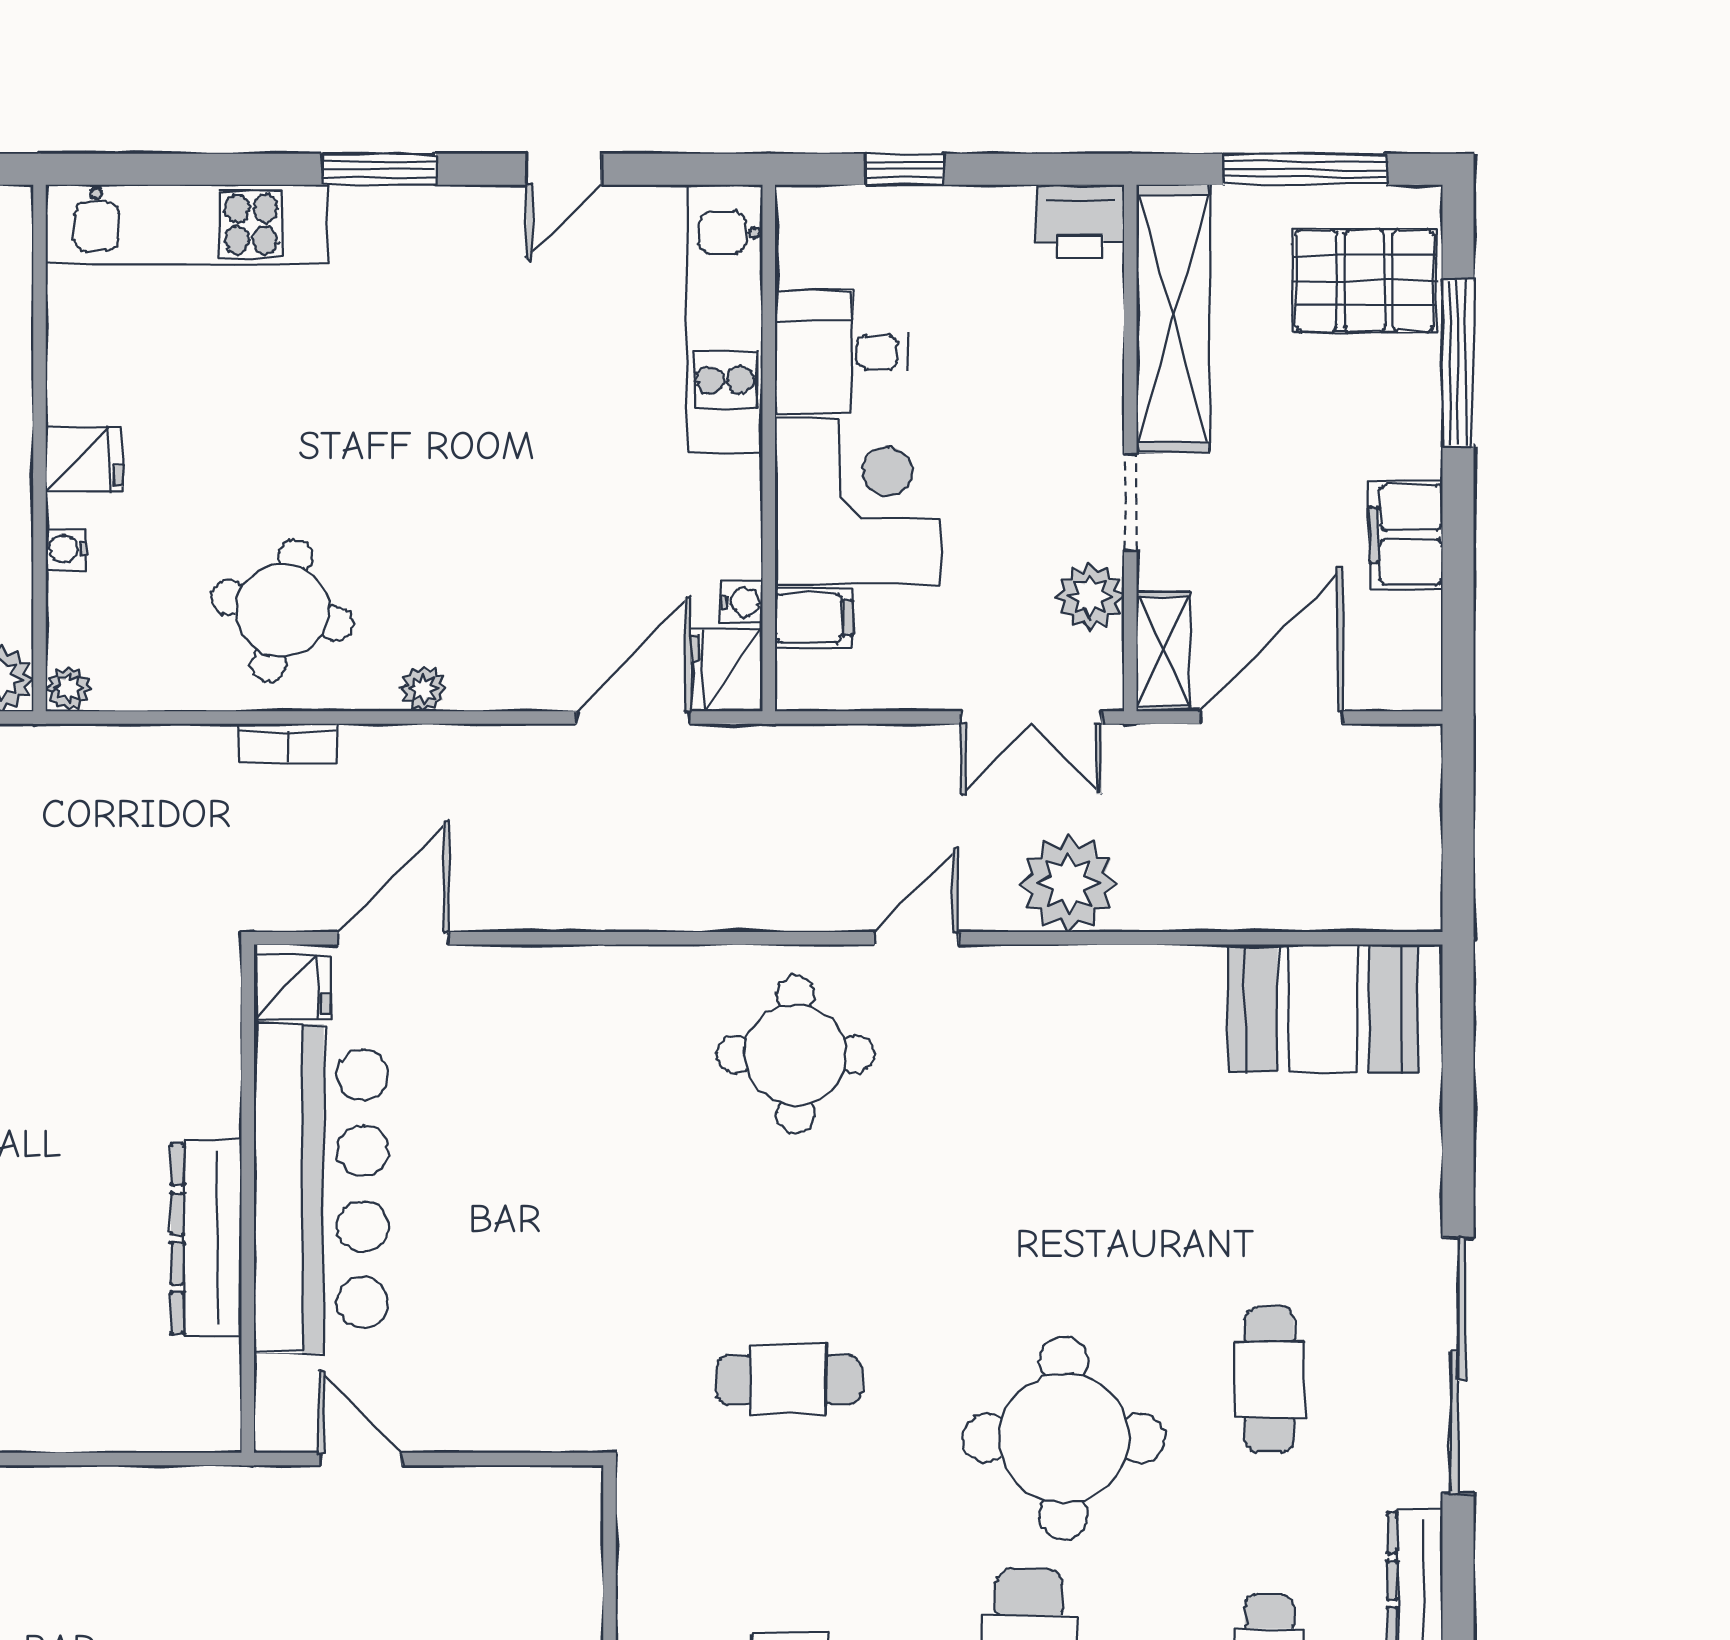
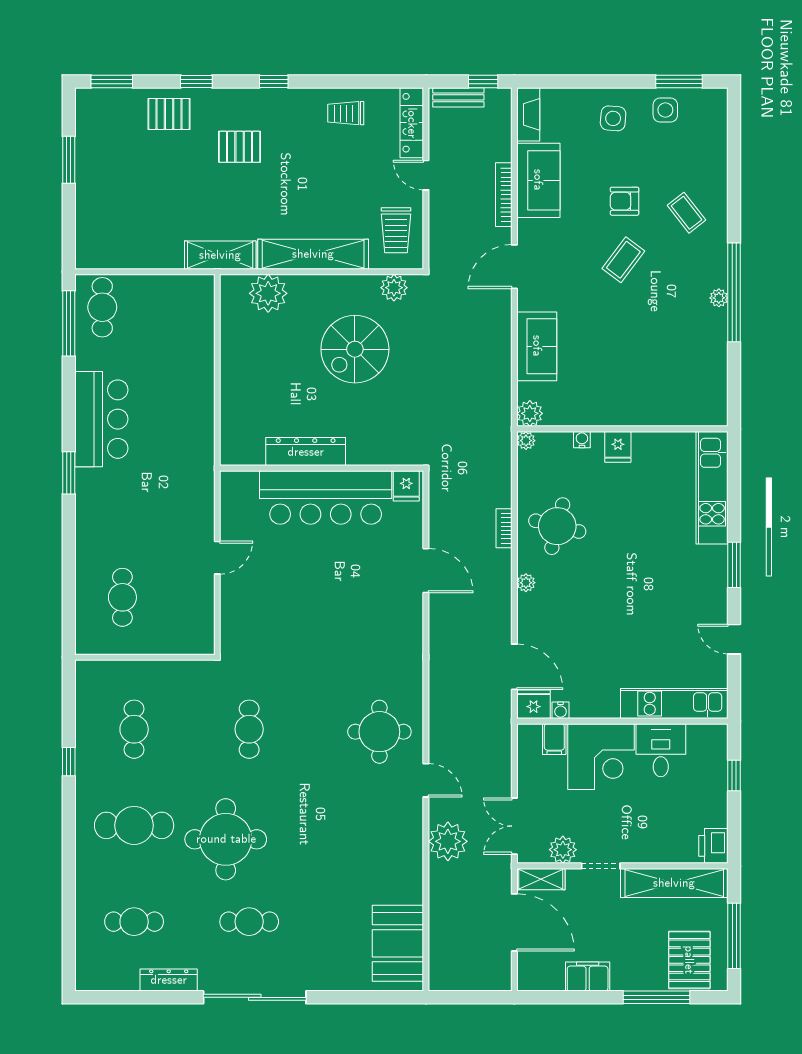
fridge: (292, 987) -> (406, 486), moved
bar counter: (321, 1189) -> (326, 498), moved
wall: (248, 1199) -> (322, 468), moved
dresser: (206, 1238) -> (306, 452), moved

